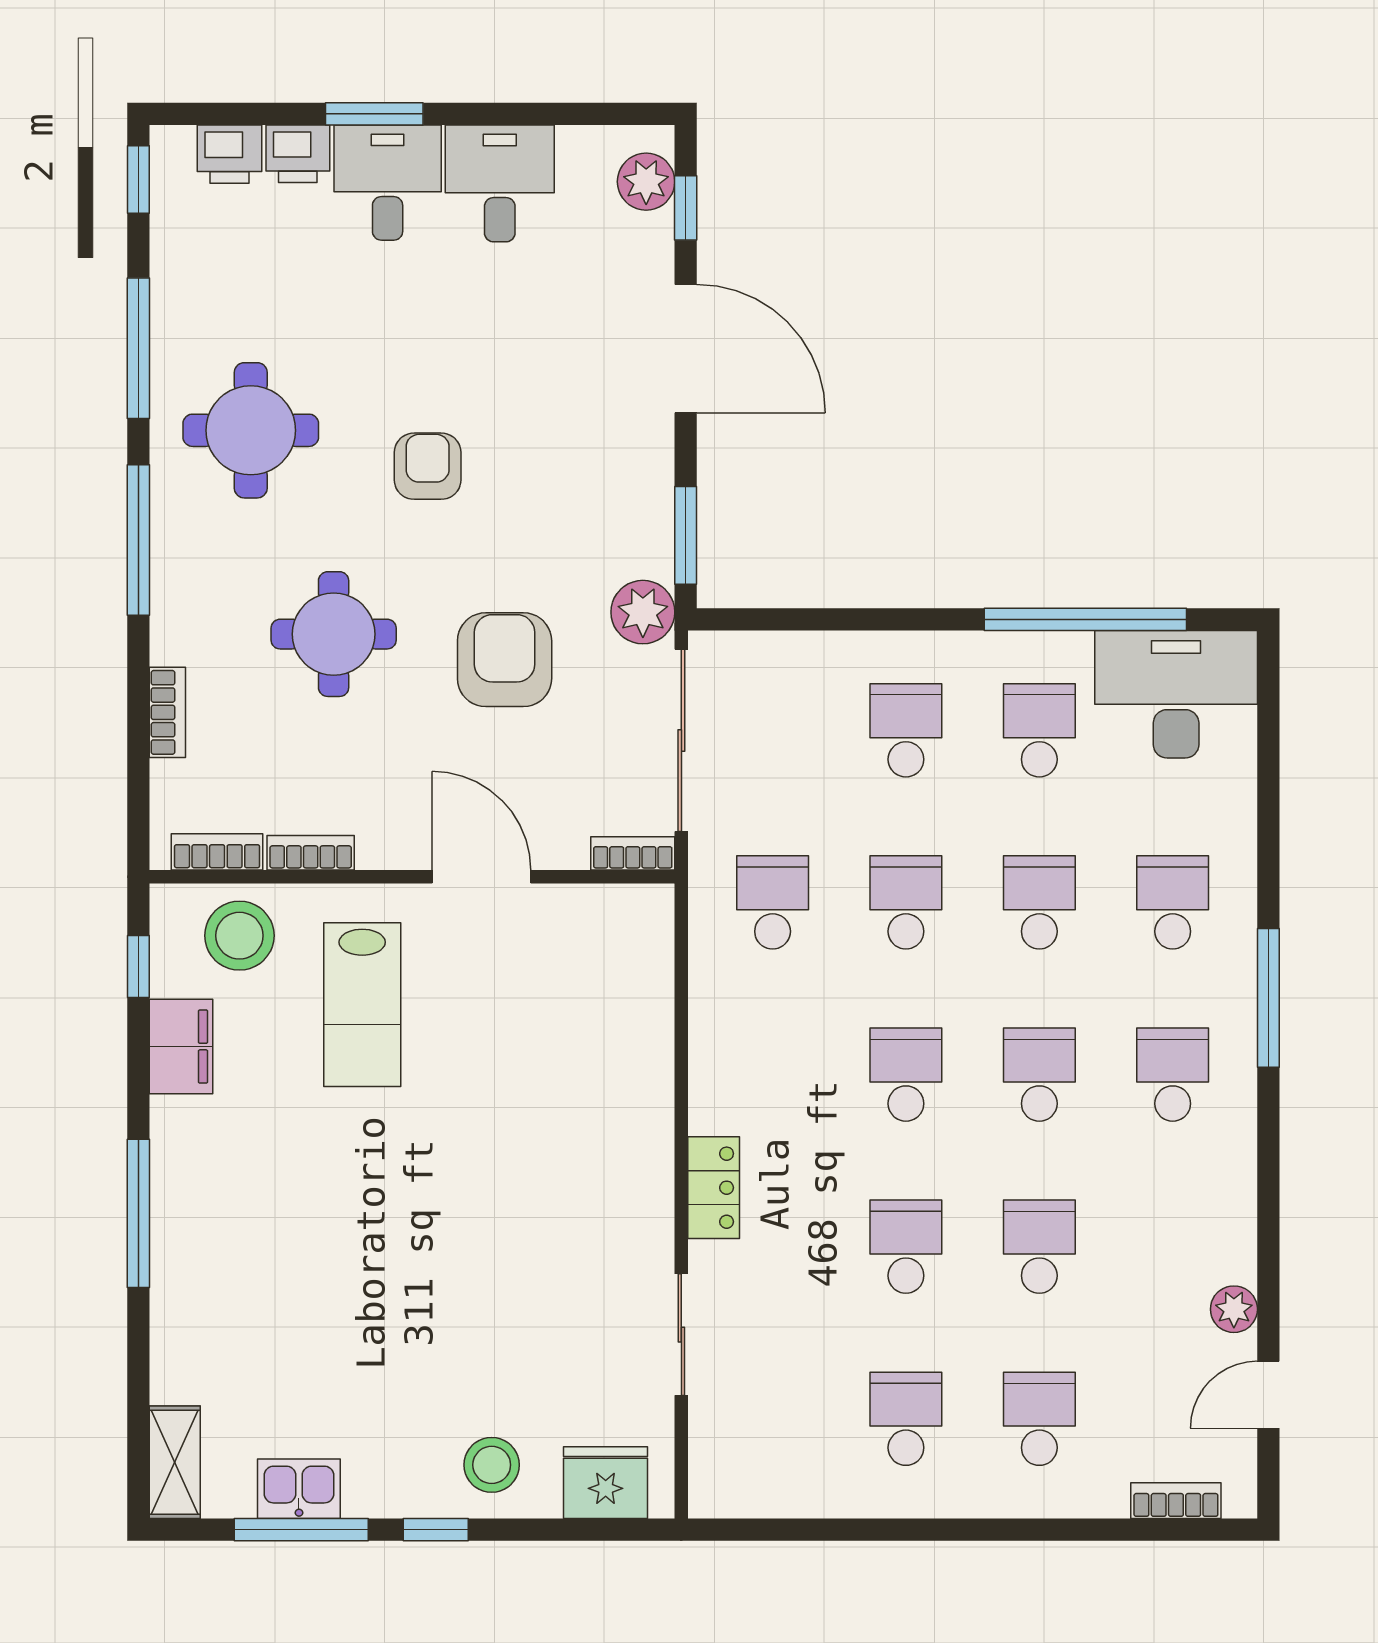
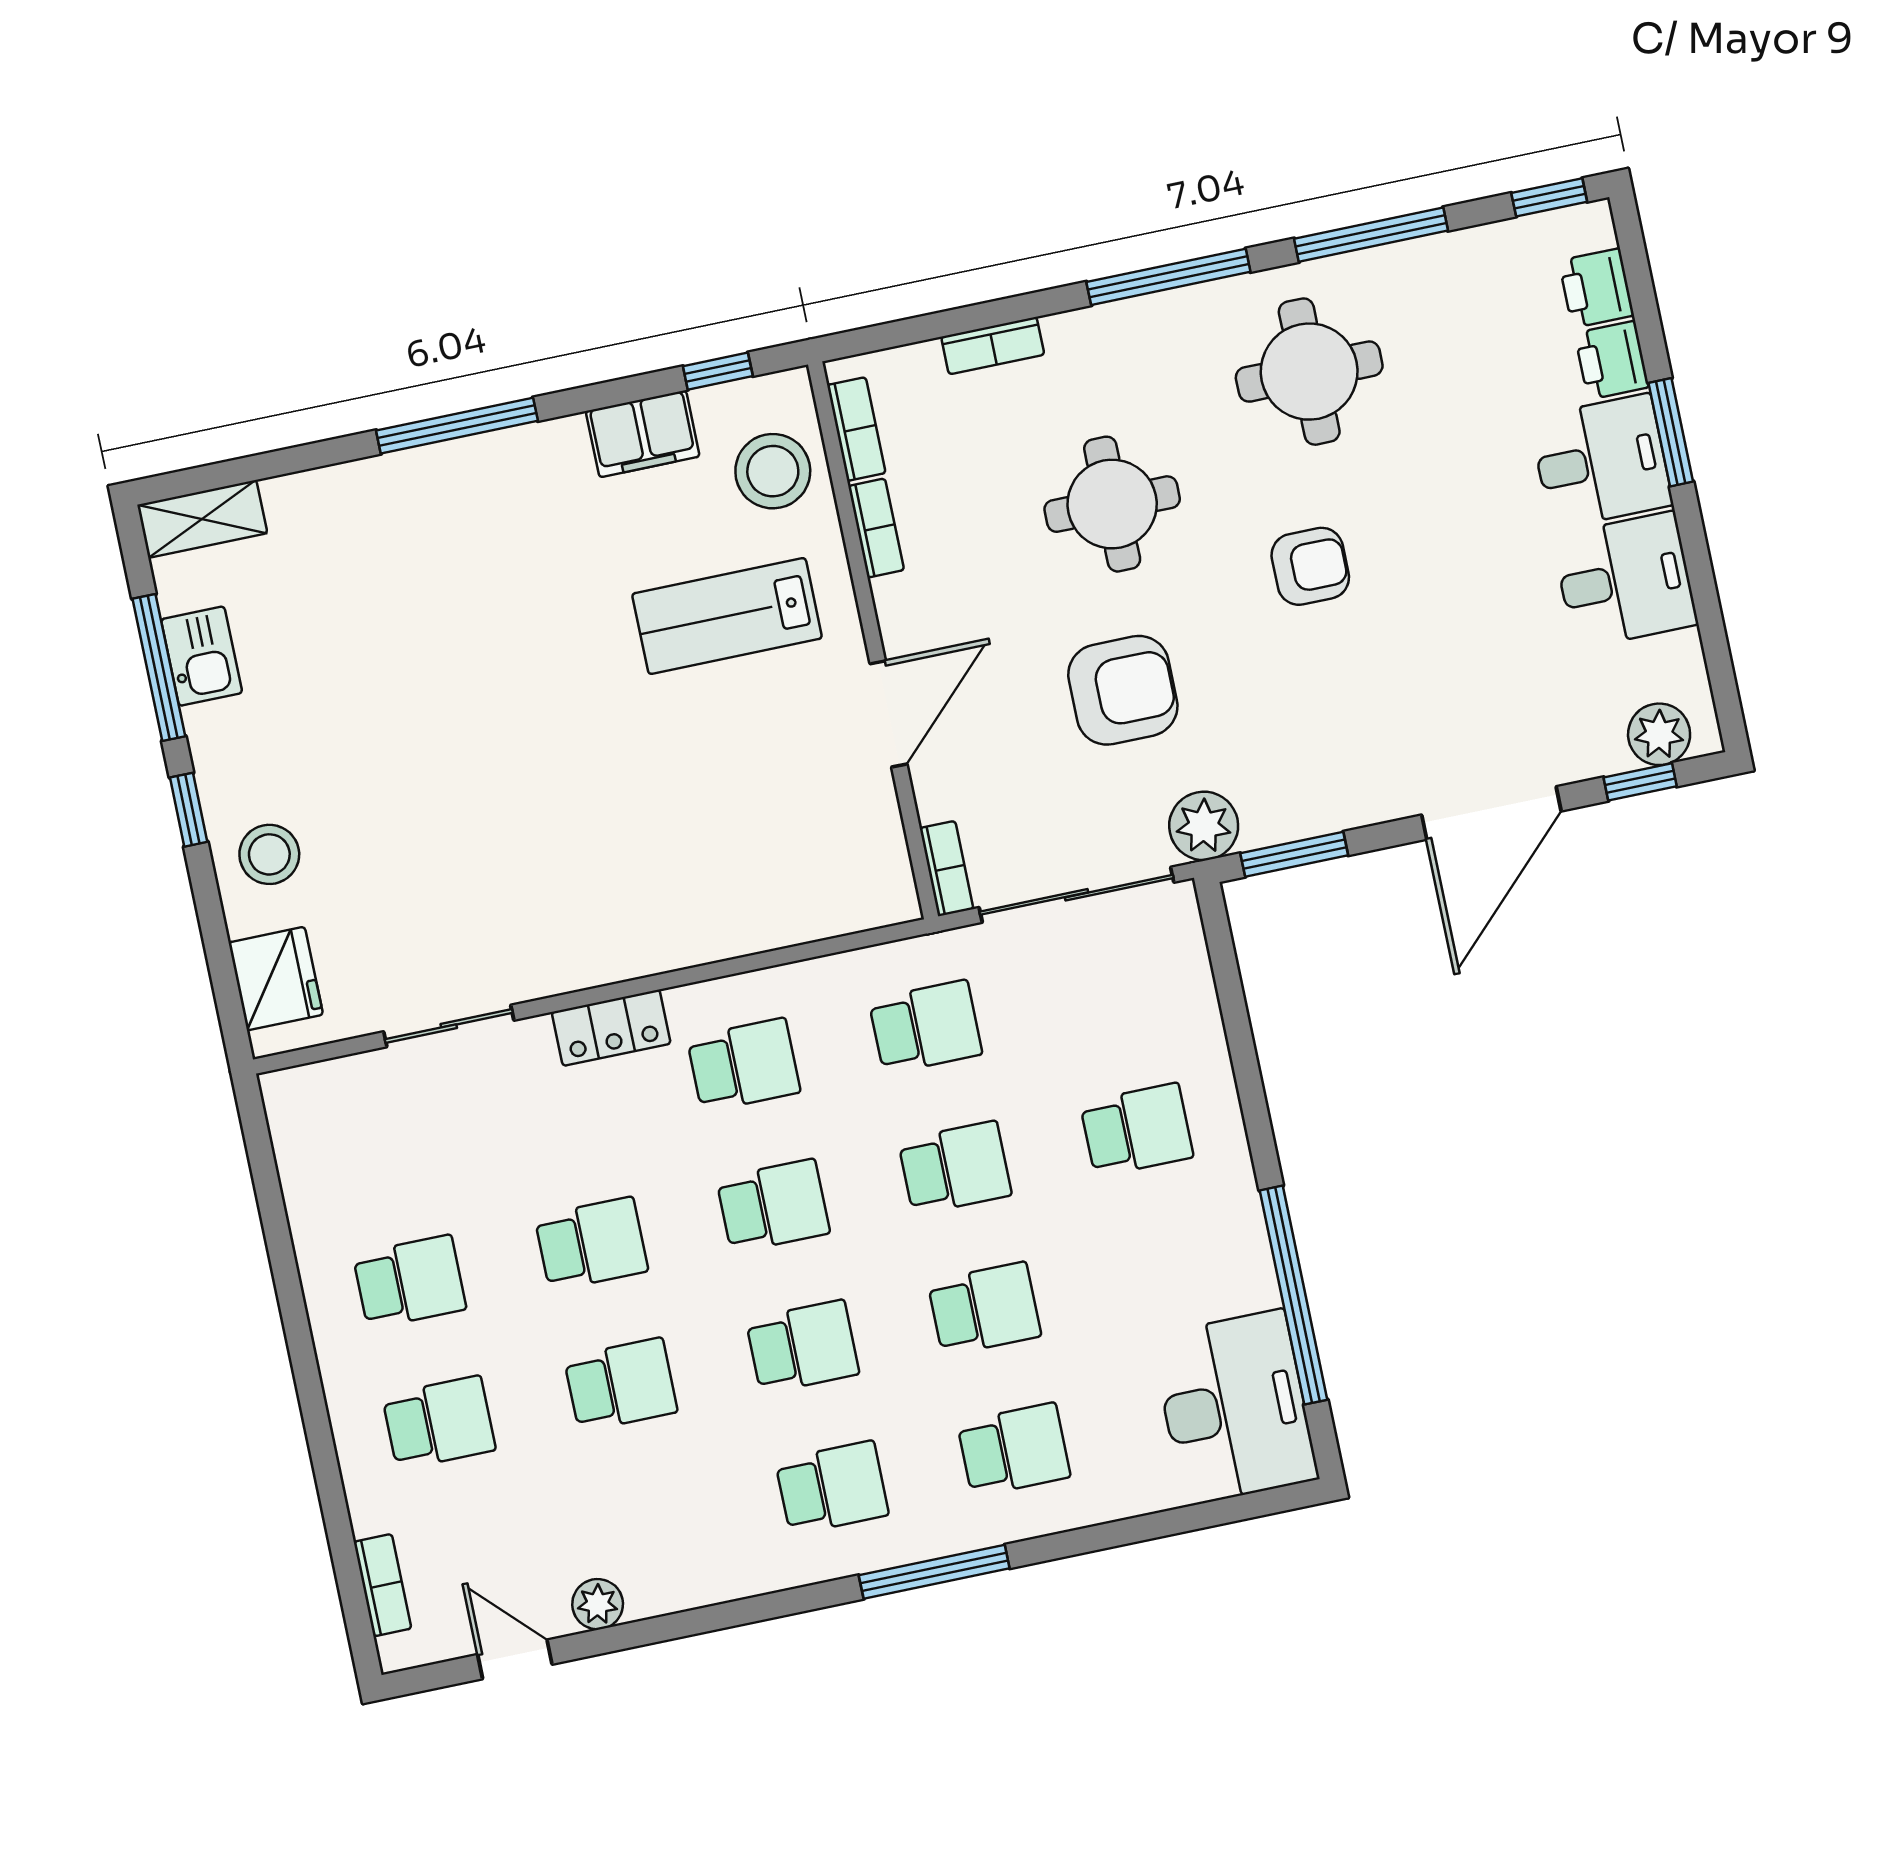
school desk: (1039, 730) -> (744, 1065), moved

